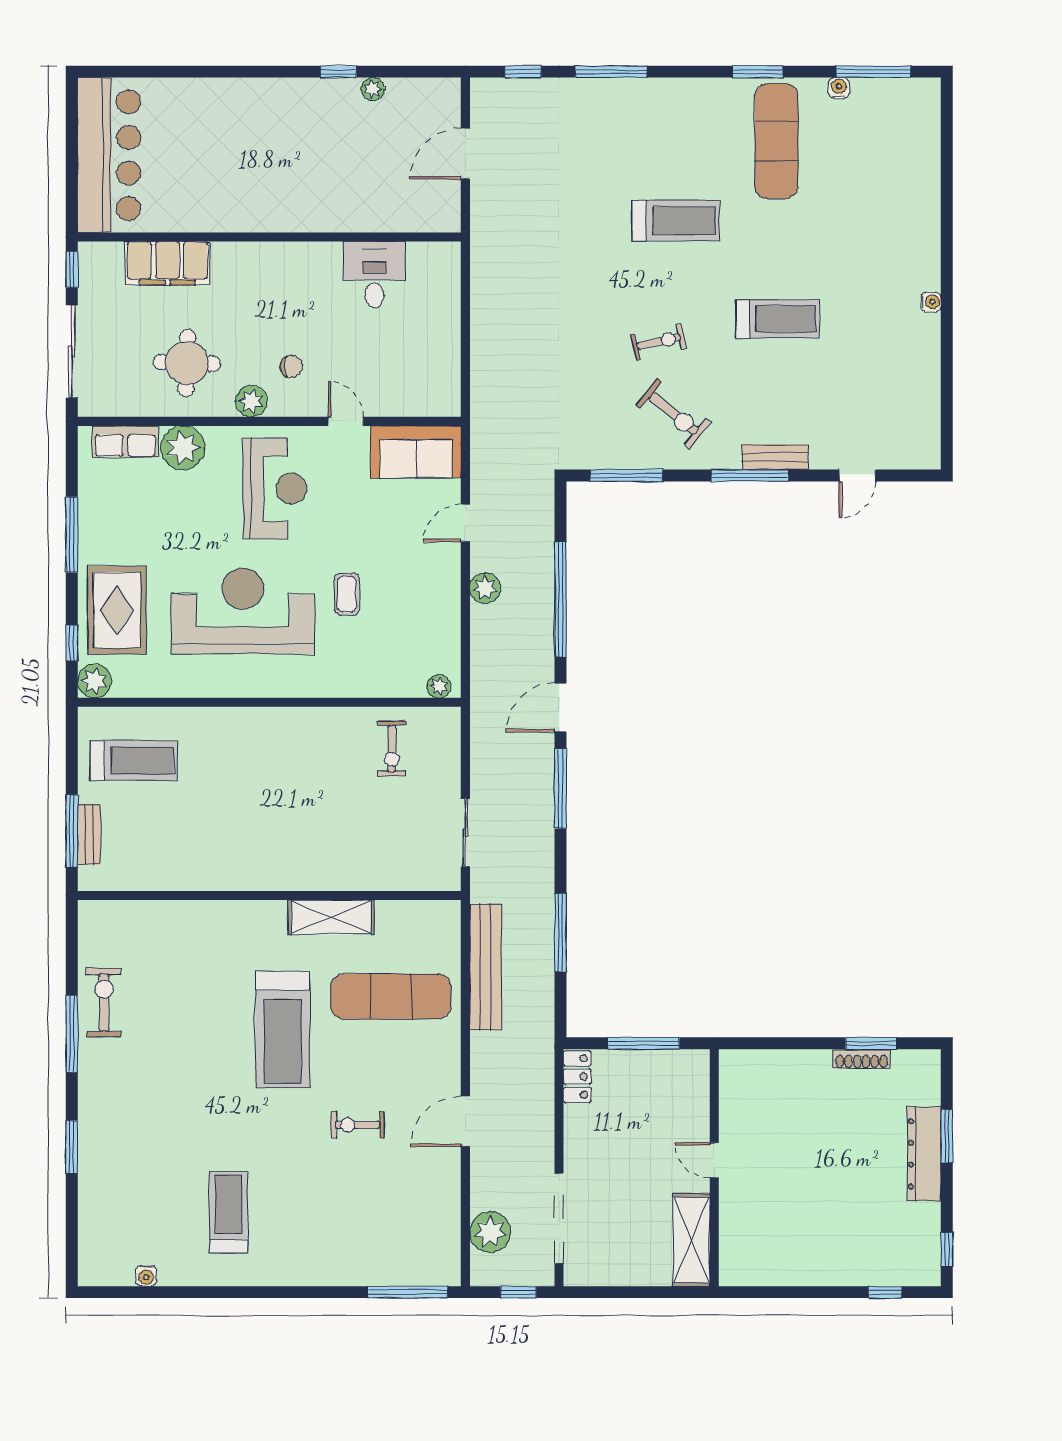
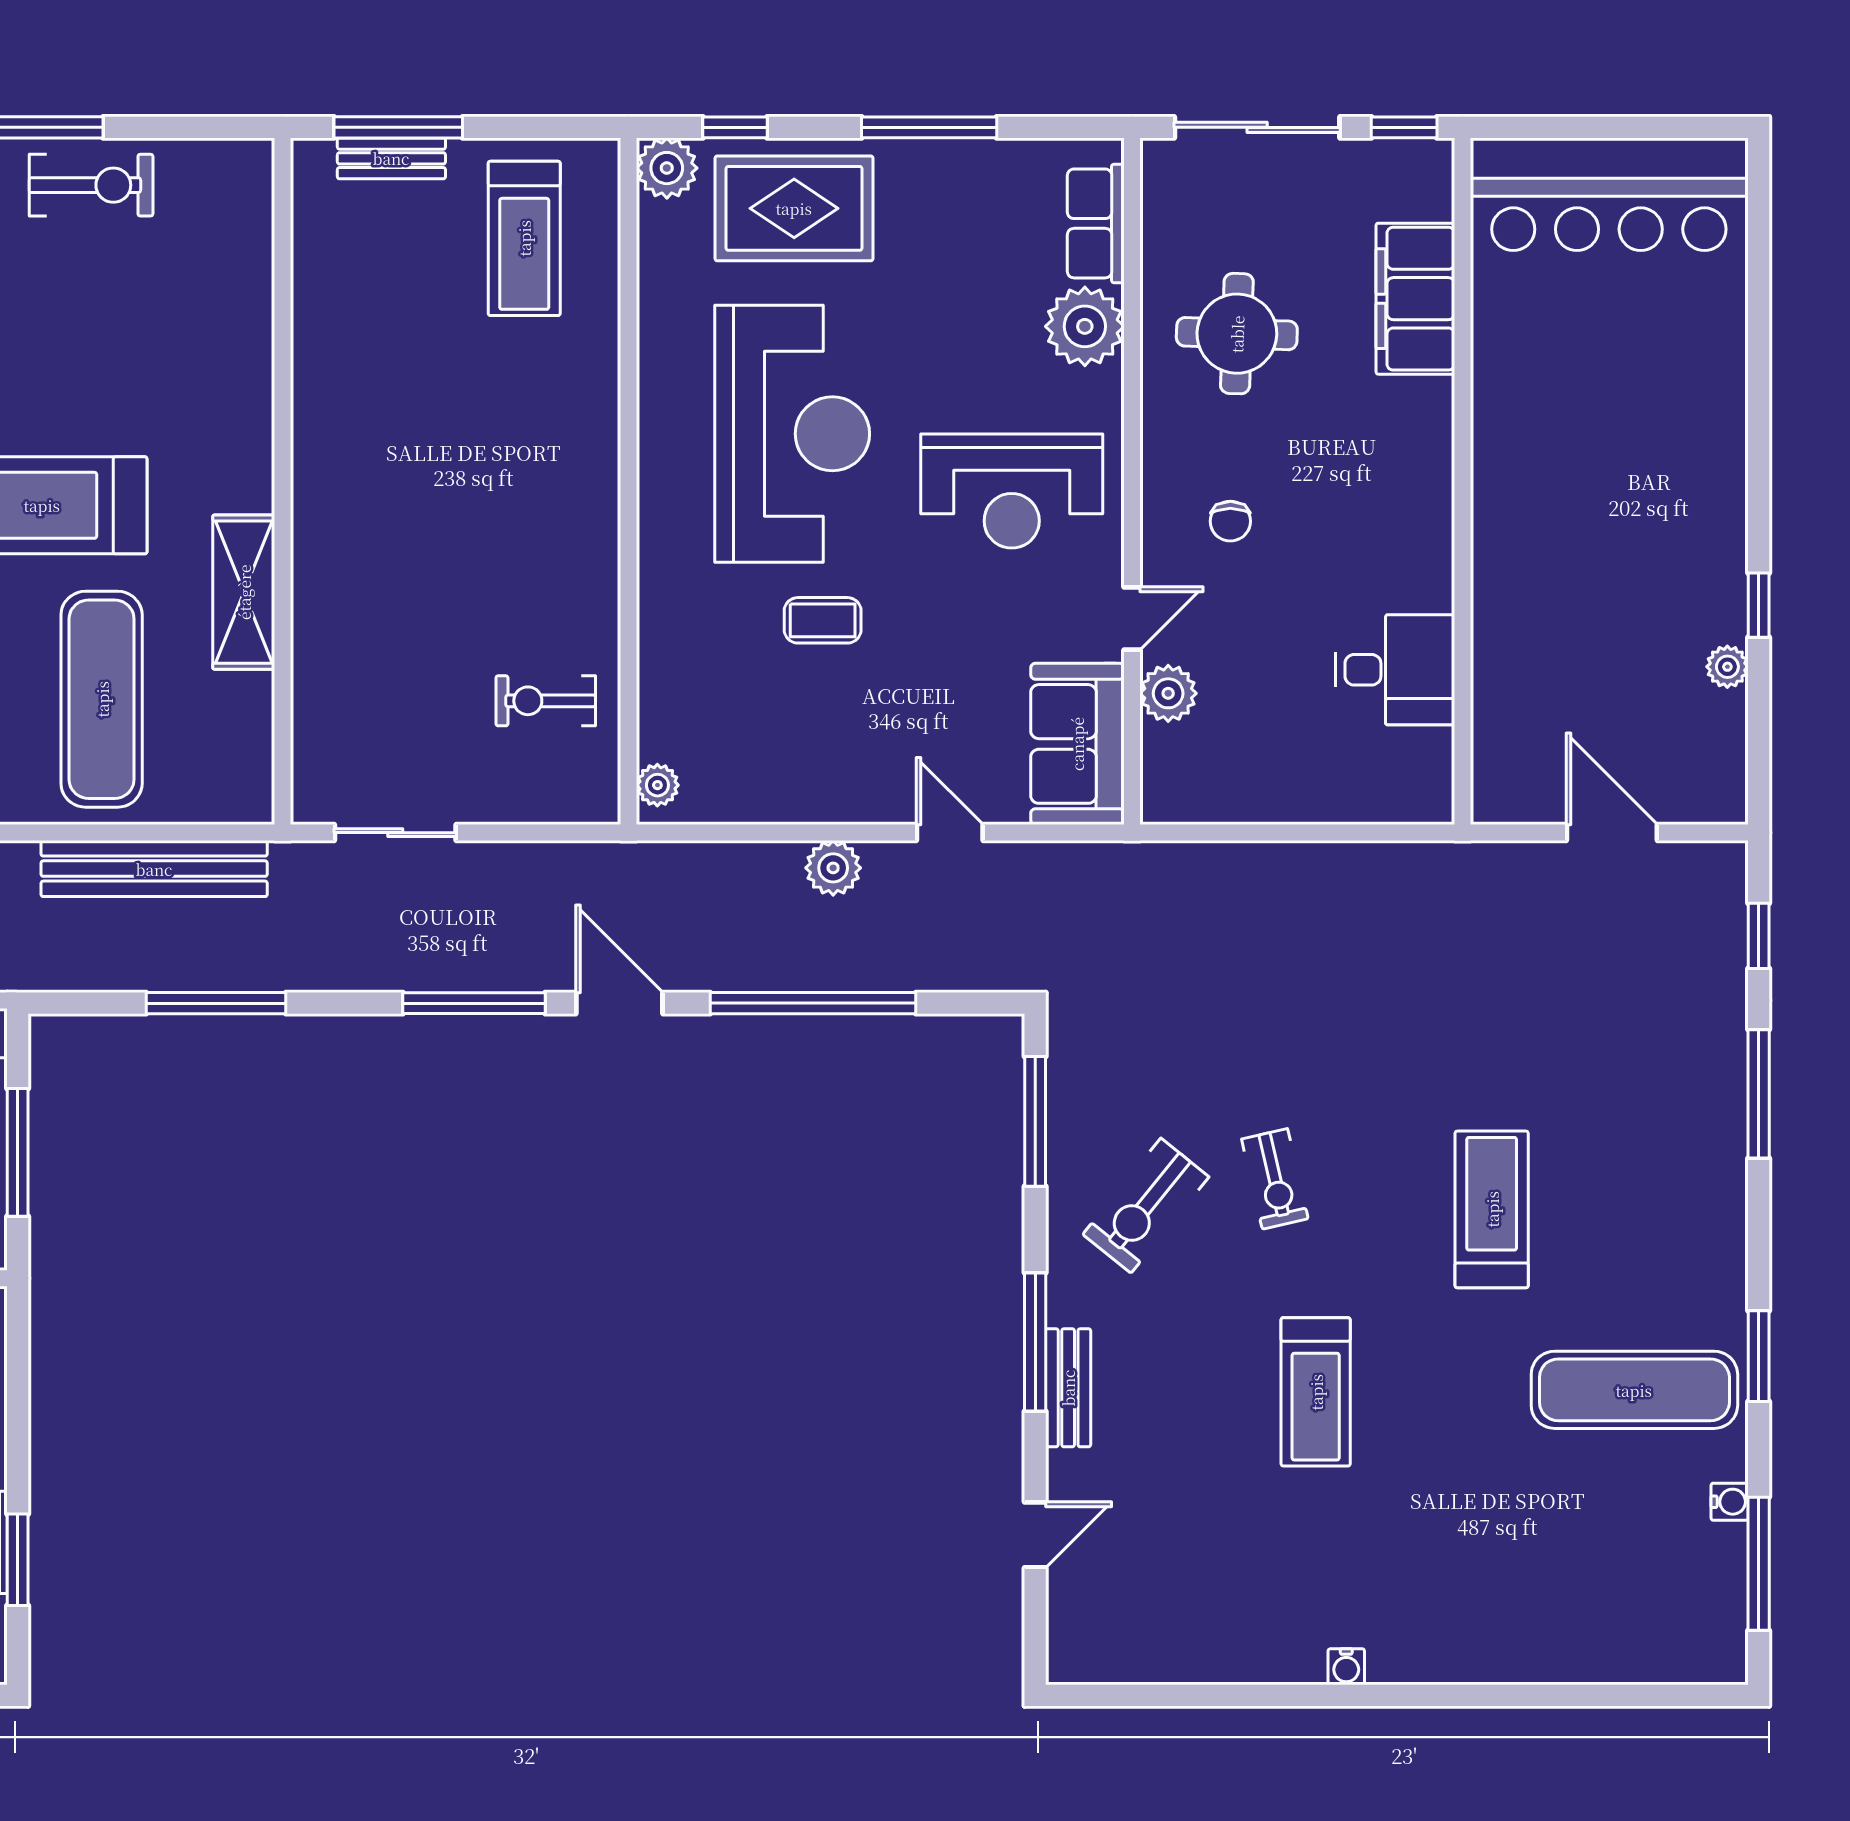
treadmill: (676, 221) -> (1492, 1209), turned 180
plant: (251, 401) -> (1168, 693), moved
door: (857, 476) -> (1035, 1535), swing flipped

